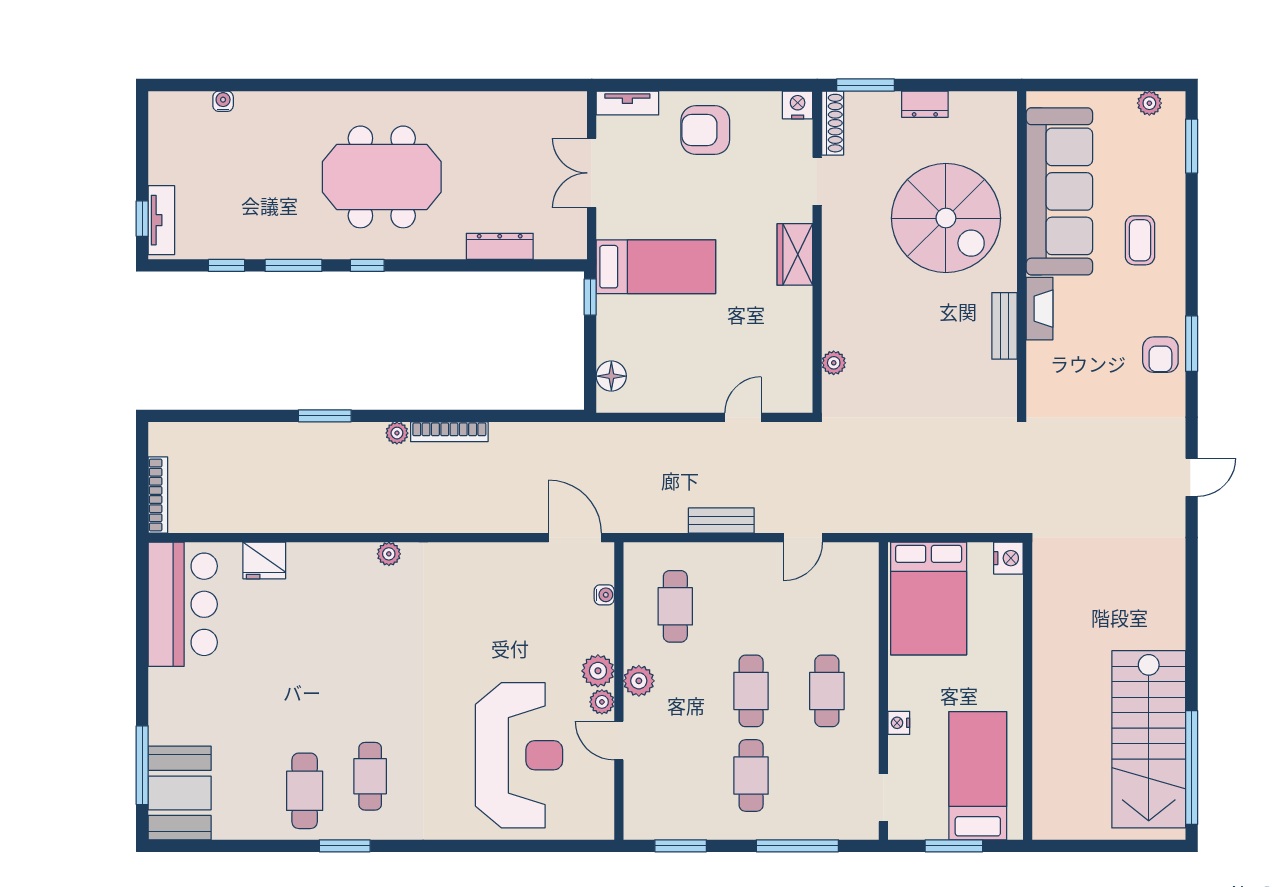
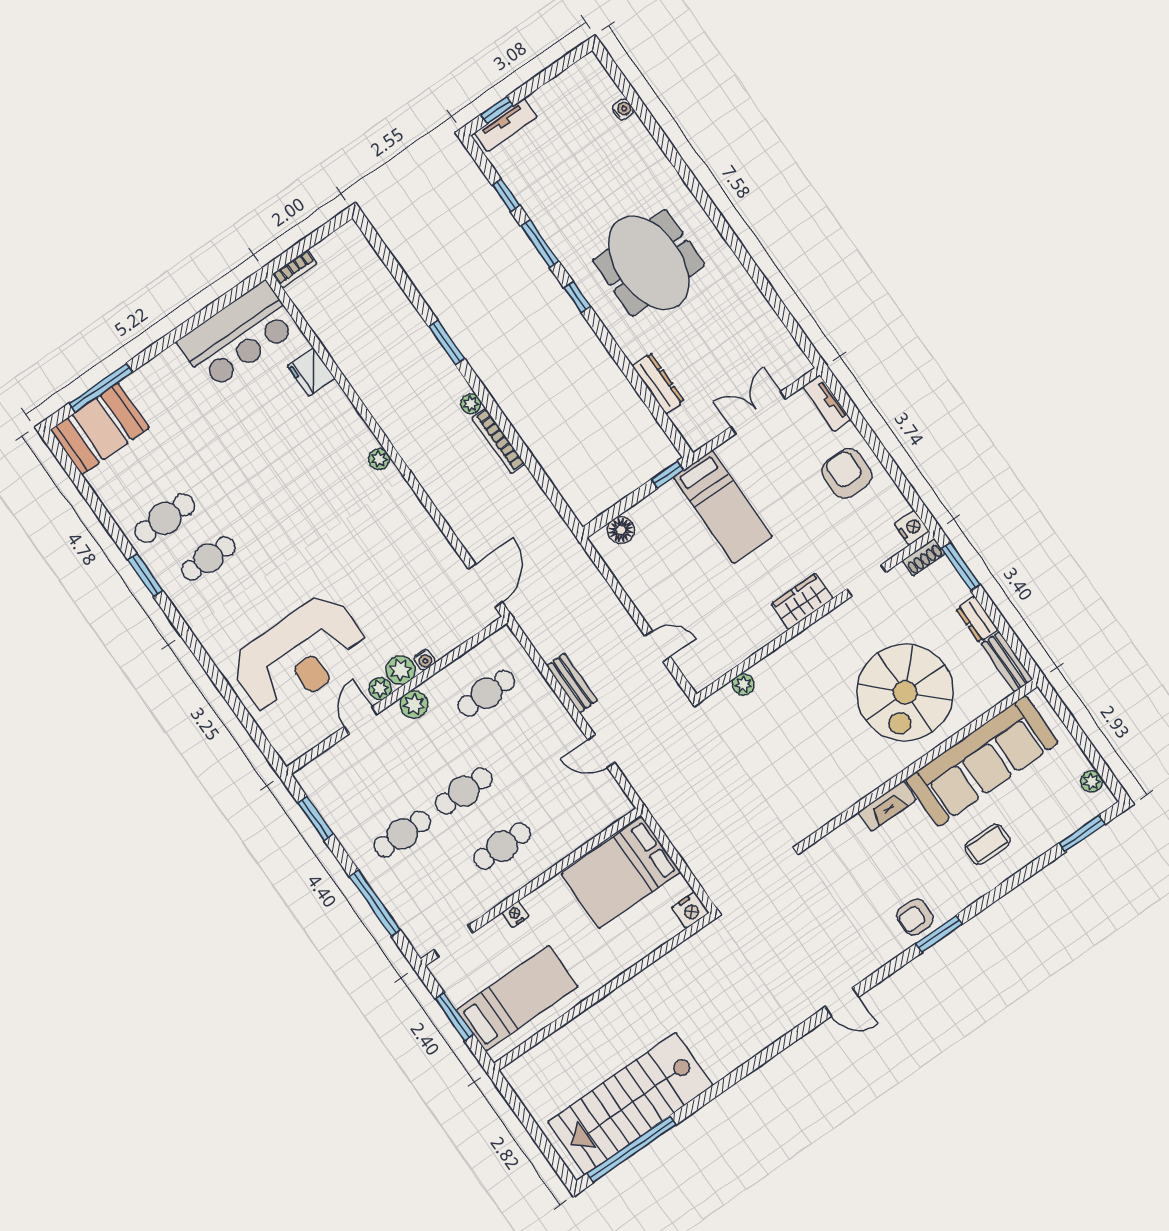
shoe rack: (833, 123) -> (923, 557), width x0.70
bench: (1004, 326) -> (1007, 662), moved, turned 90
bookcase: (158, 495) -> (295, 269), width x0.64
water cooler: (604, 595) -> (425, 660), moved

